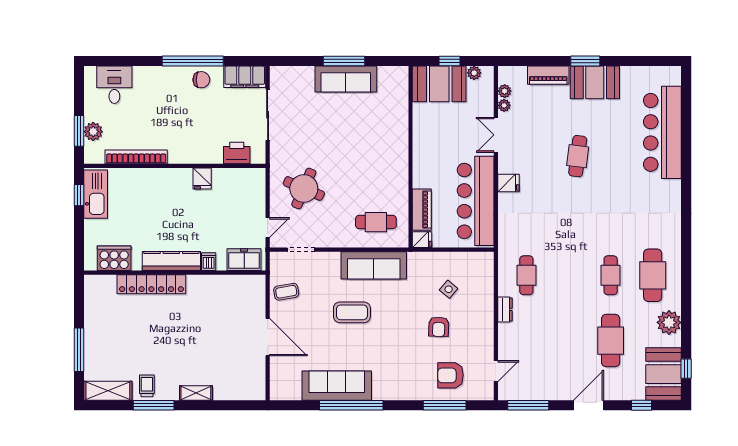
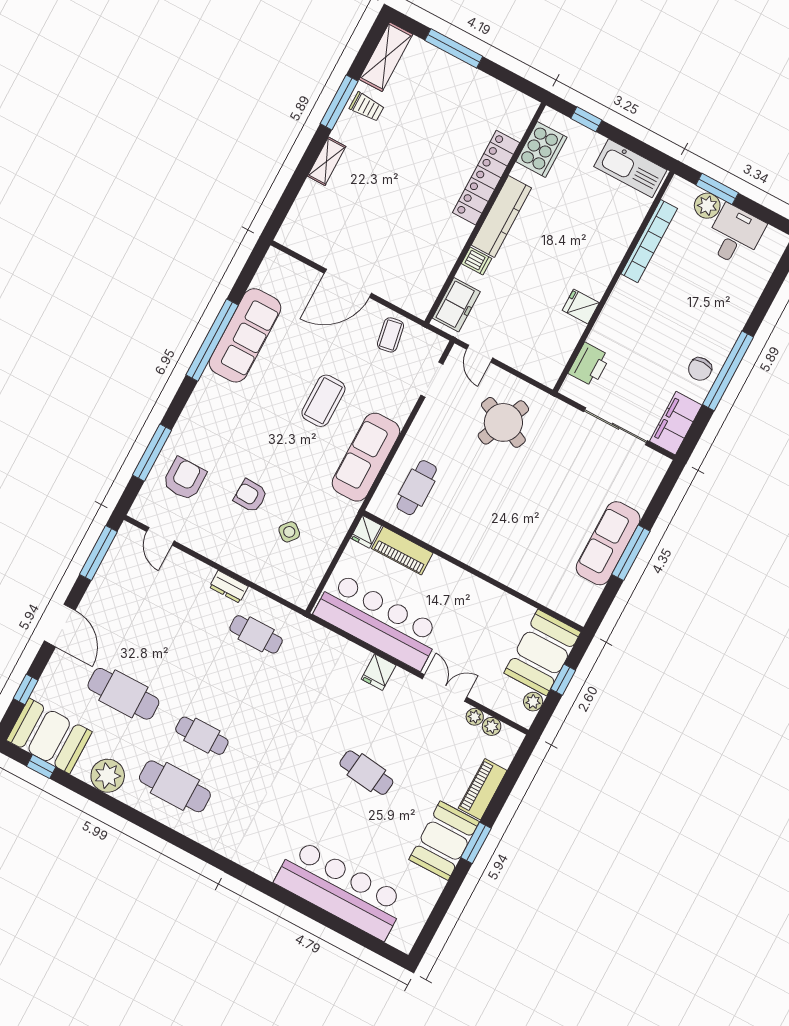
desk: (114, 85) -> (735, 235), moved, turned -90
window: (79, 195) -> (586, 119), moved

